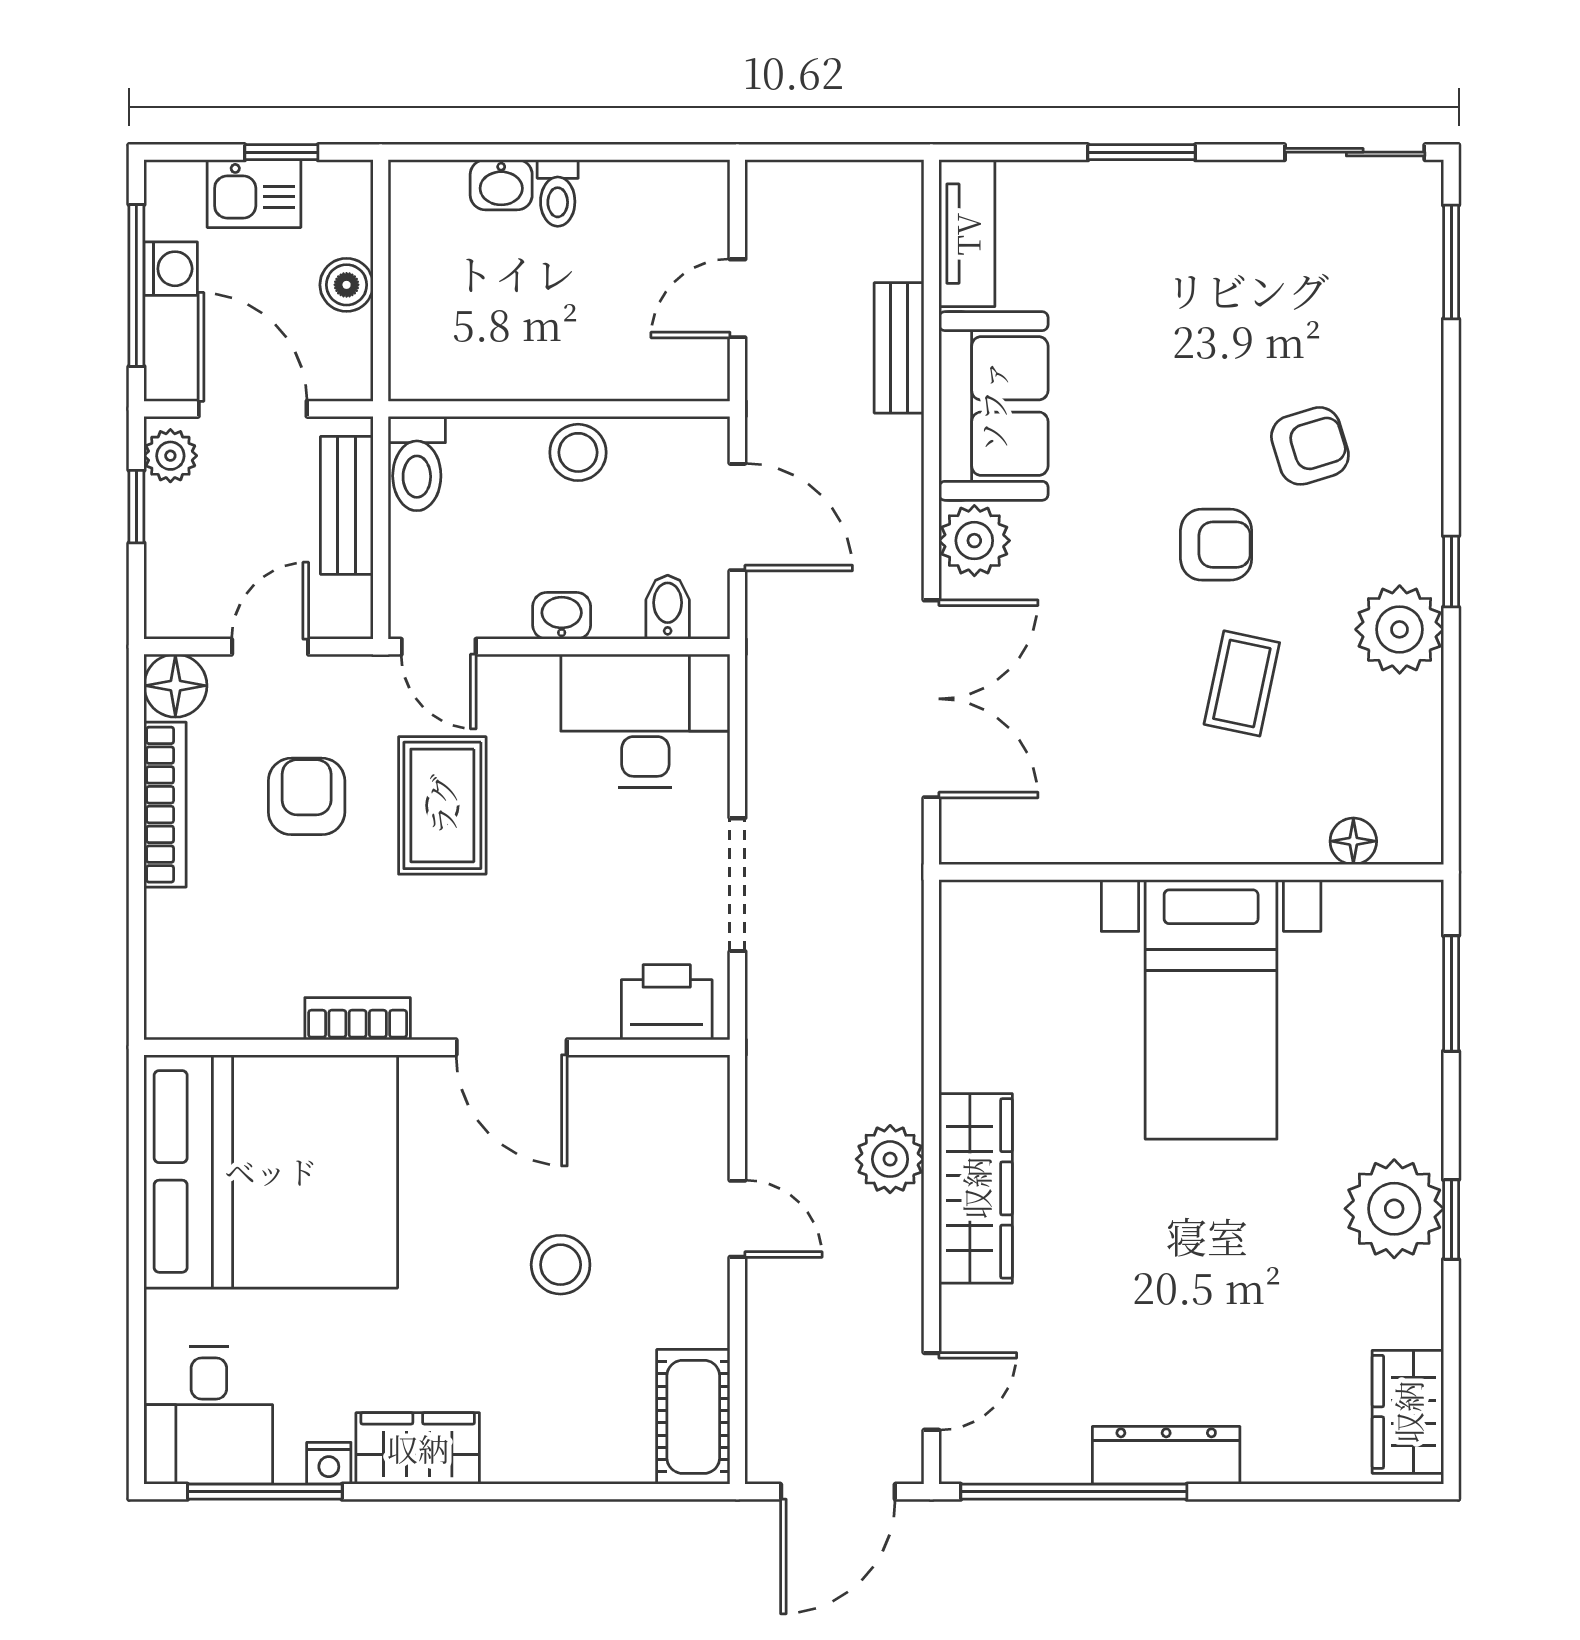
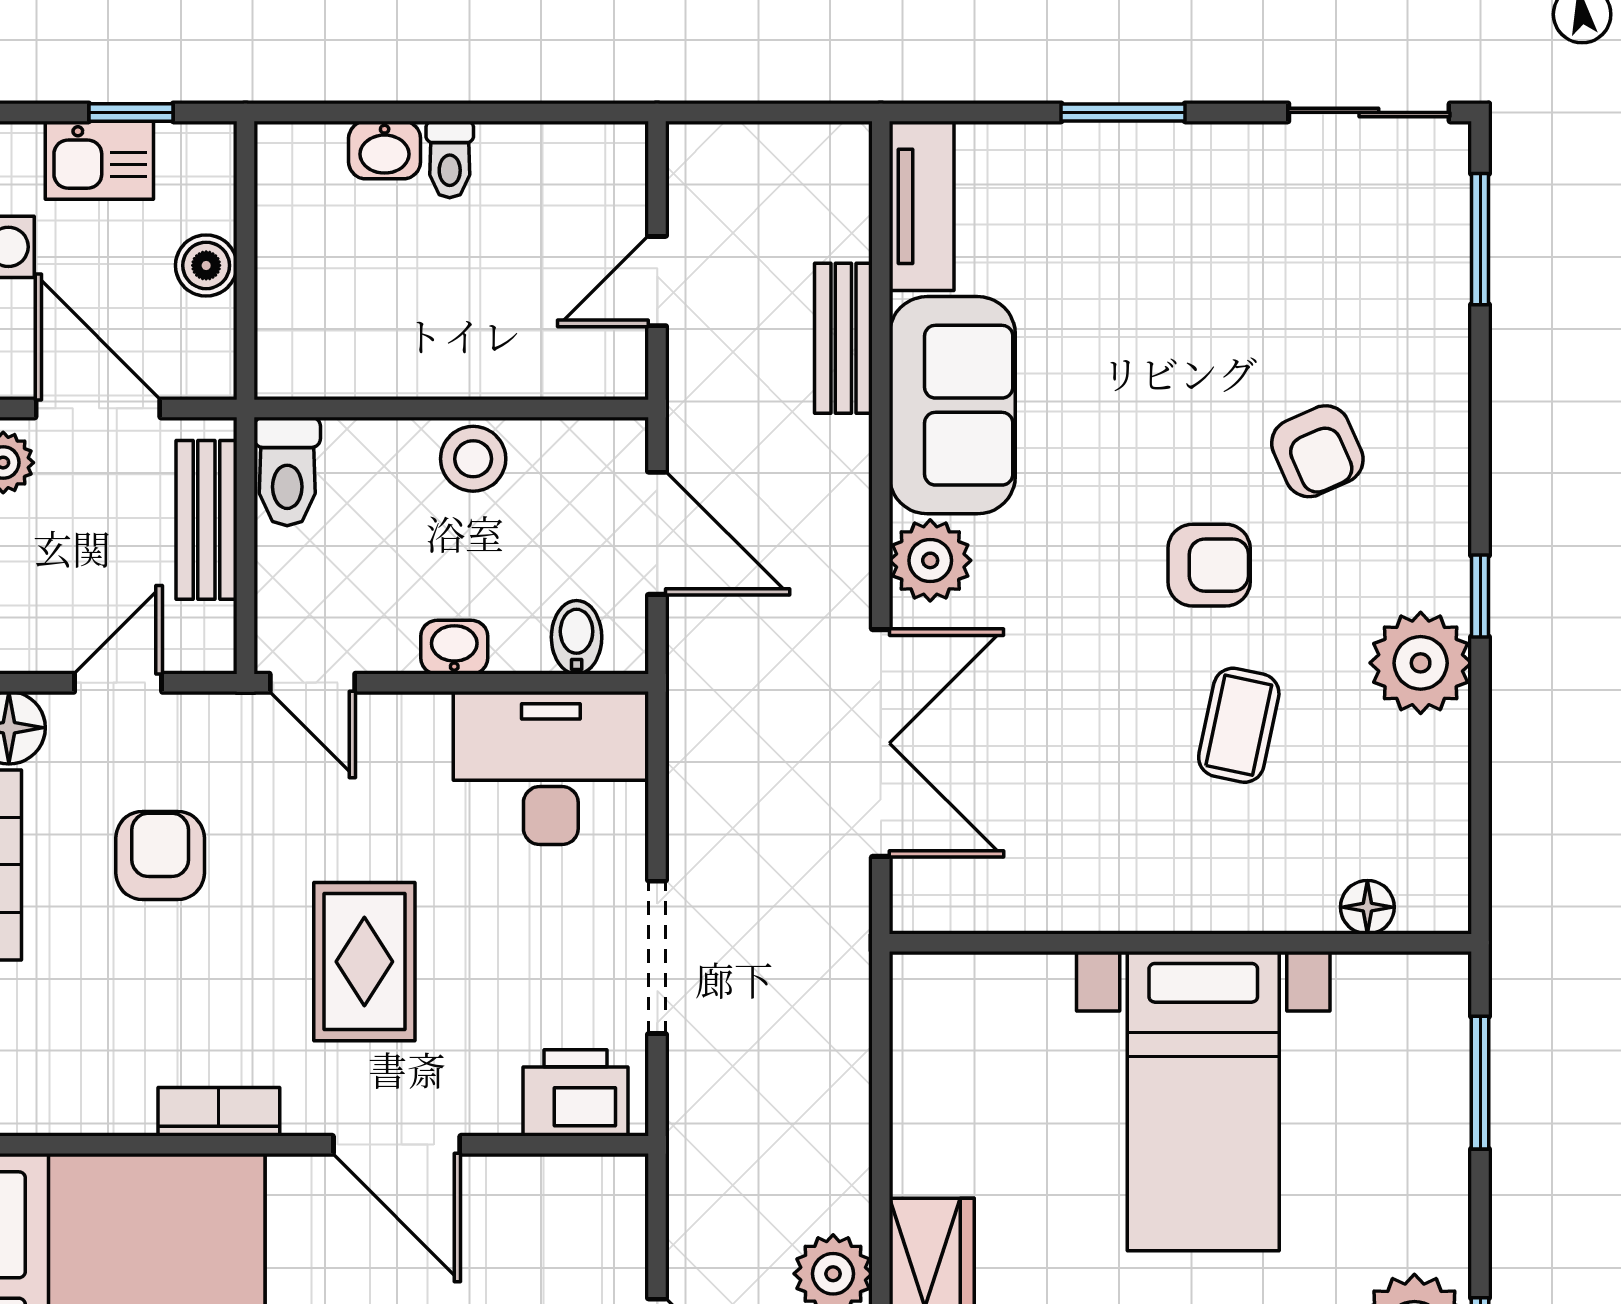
armchair: (1310, 446) -> (1317, 451), turned 83
rug: (442, 805) -> (364, 962), moved

